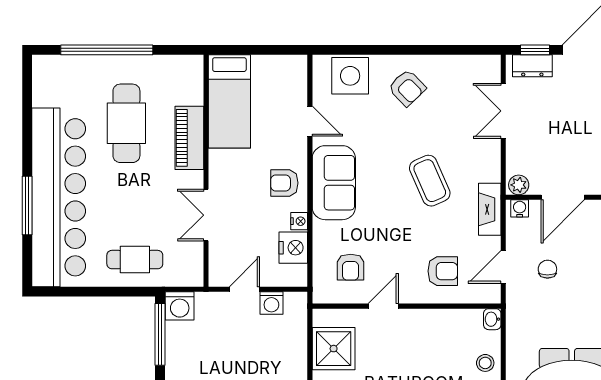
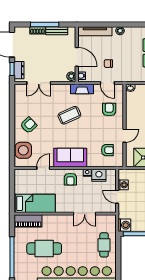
piano: (189, 138) -> (28, 221), moved
door: (383, 306) -> (125, 136), swing flipped

